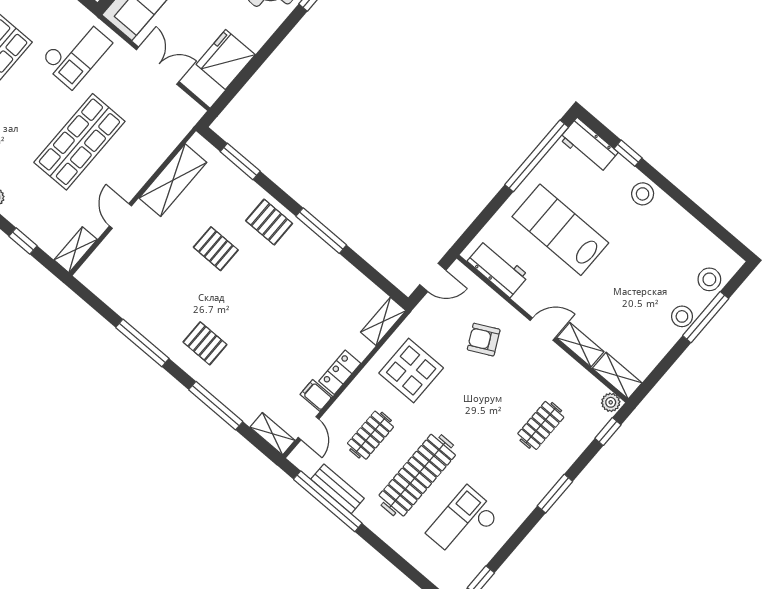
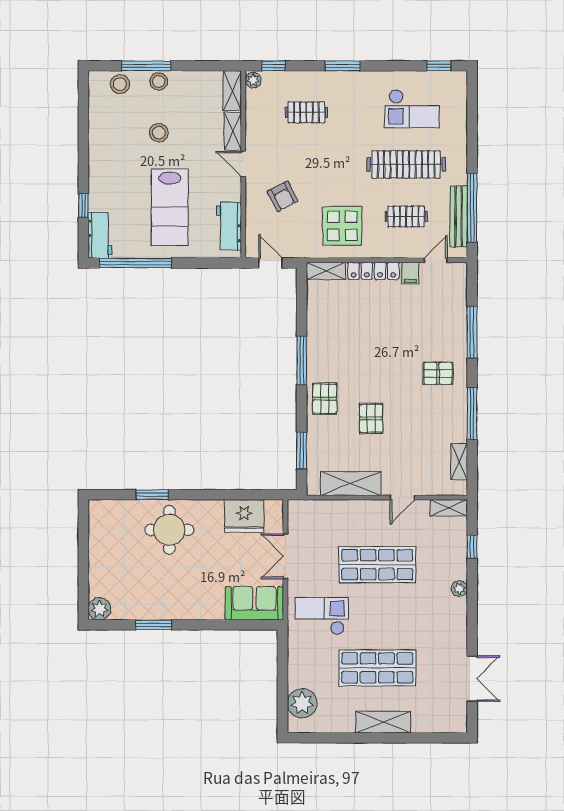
stool: (643, 194) -> (159, 133), moved
pallet: (205, 343) -> (438, 373), turned 90
locker: (340, 372) -> (373, 271), width x1.53
shelving: (272, 434) -> (459, 462), moved
bench: (338, 489) -> (459, 216), width x1.36

